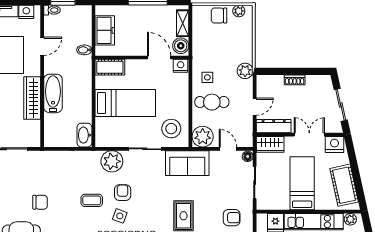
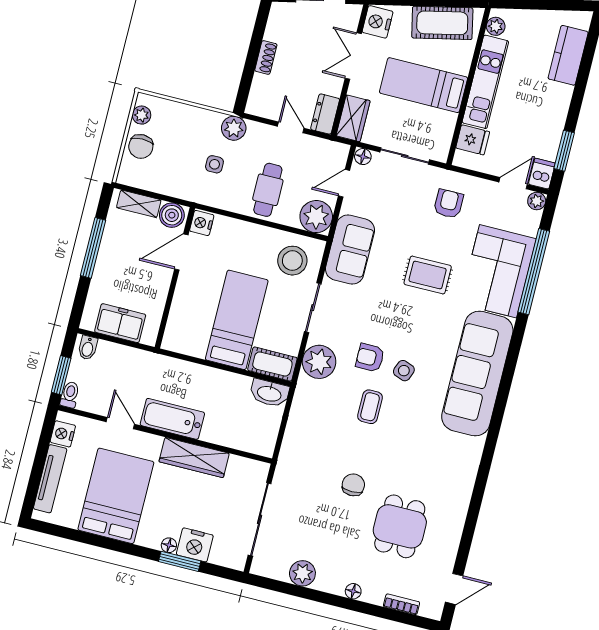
bidet: (84, 50) -> (88, 348), moved
cot: (110, 67) -> (272, 364), moved, turned 90
side table: (207, 77) -> (214, 164), moved
bathtub: (53, 93) -> (172, 419), moved
dresser: (274, 126) -> (325, 114), width x0.70

